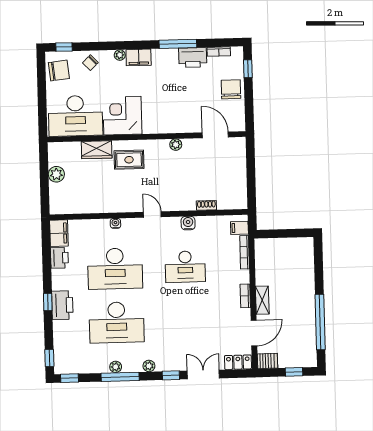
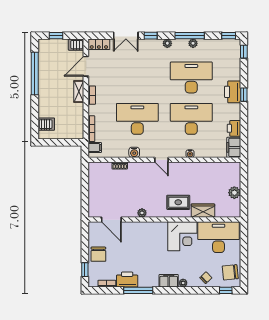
server rack: (303, 257) -> (46, 124), added
desk: (185, 267) -> (137, 119), width x1.36, depth x1.30

